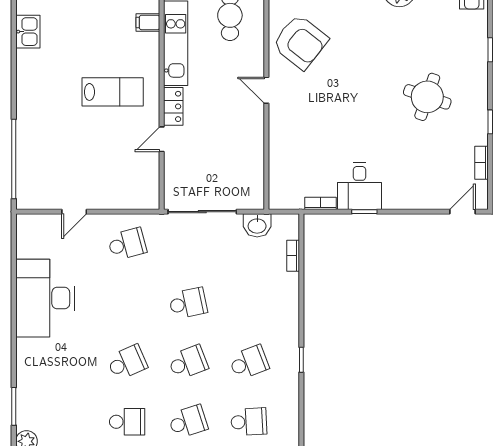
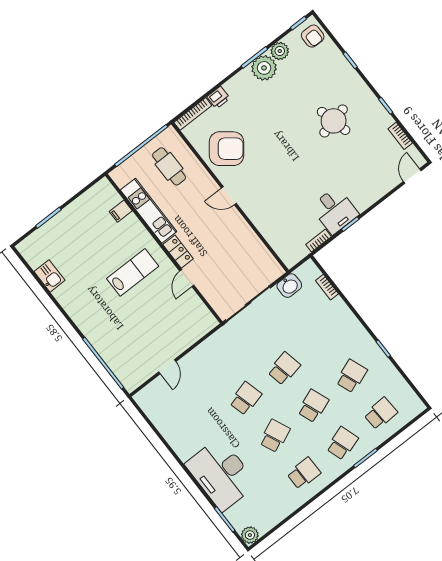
round table: (427, 97) -> (334, 121), turned -33
school desk: (127, 244) -> (246, 399), moved
desk: (45, 298) -> (221, 474), moved

